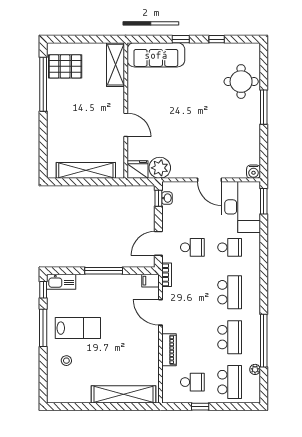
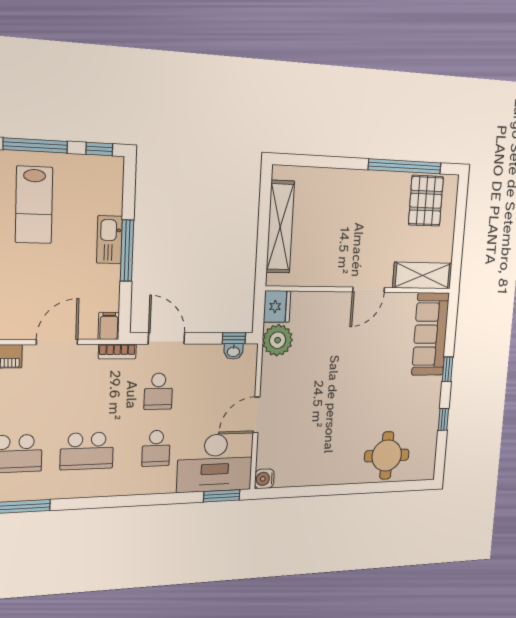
window: (264, 107) -> (351, 489), removed
door: (126, 125) -> (369, 290), moved
kitchen sink: (61, 282) -> (110, 240), moved

